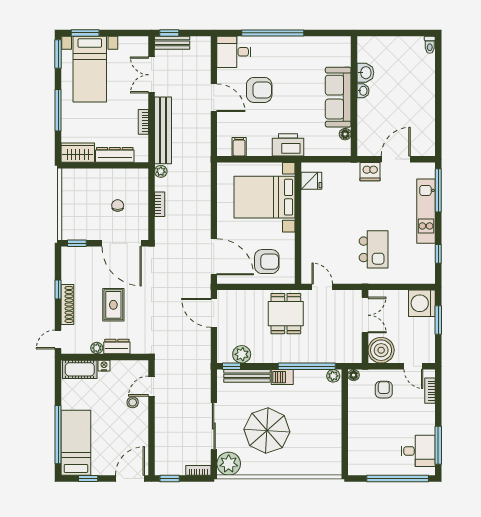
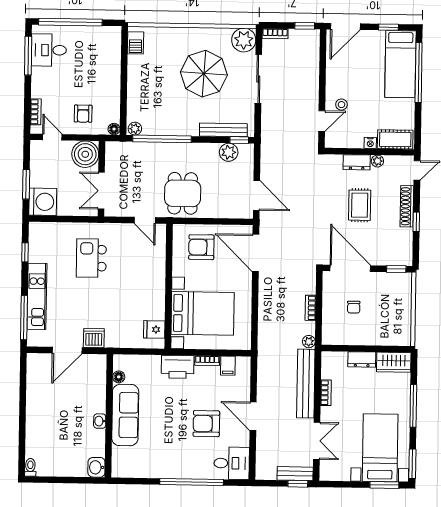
washbasin: (365, 73) -> (96, 467), moved
bookcase: (259, 151) -> (207, 361), added
dresser: (115, 155) -> (362, 359), width x0.70
barbecue: (282, 377) -> (135, 43), moved, turned 90

